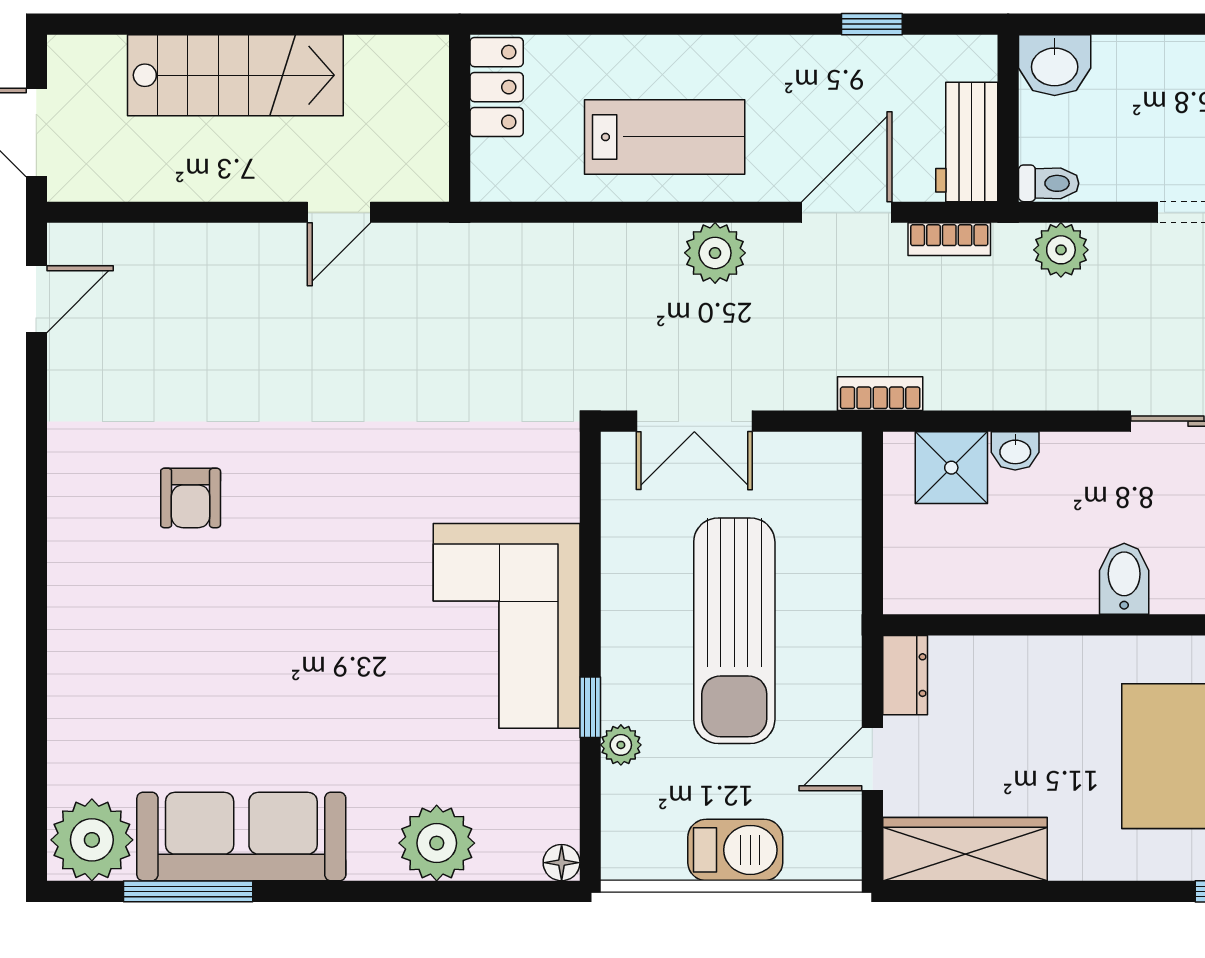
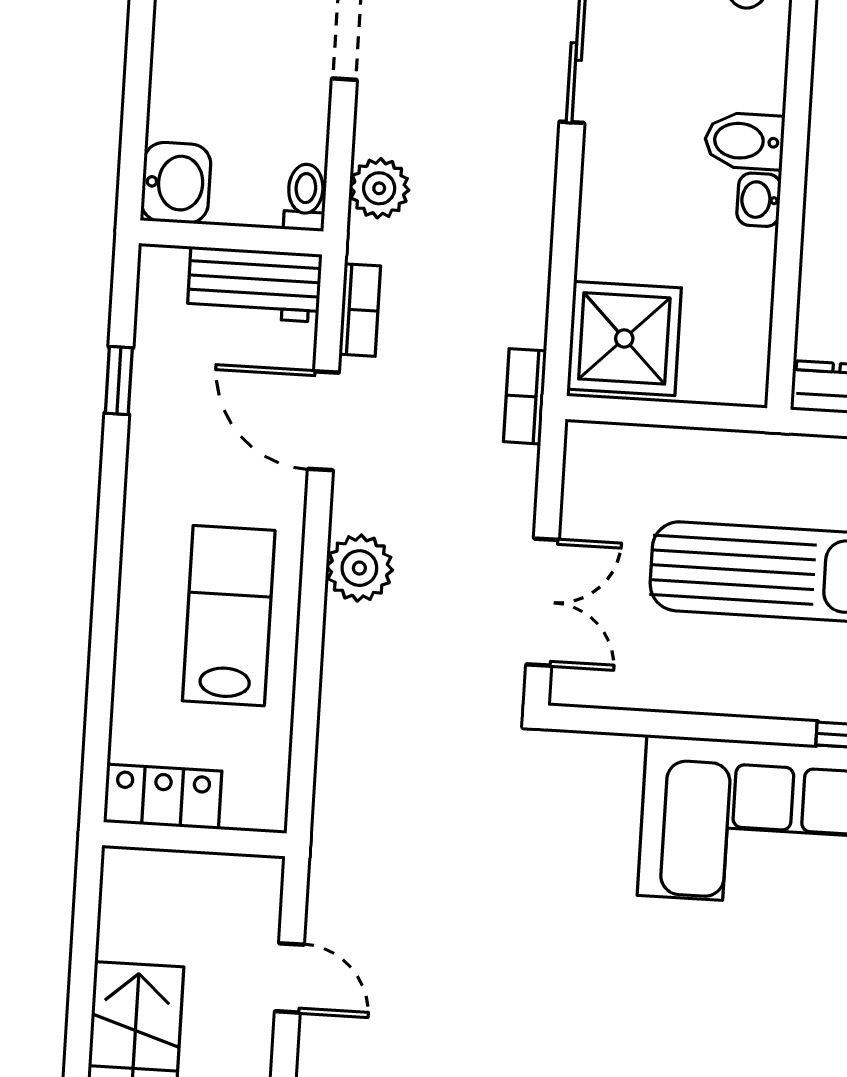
washbasin: (1015, 451) -> (759, 200), moved, turned 180
shower: (951, 468) -> (624, 338), width x1.36, depth x1.36

